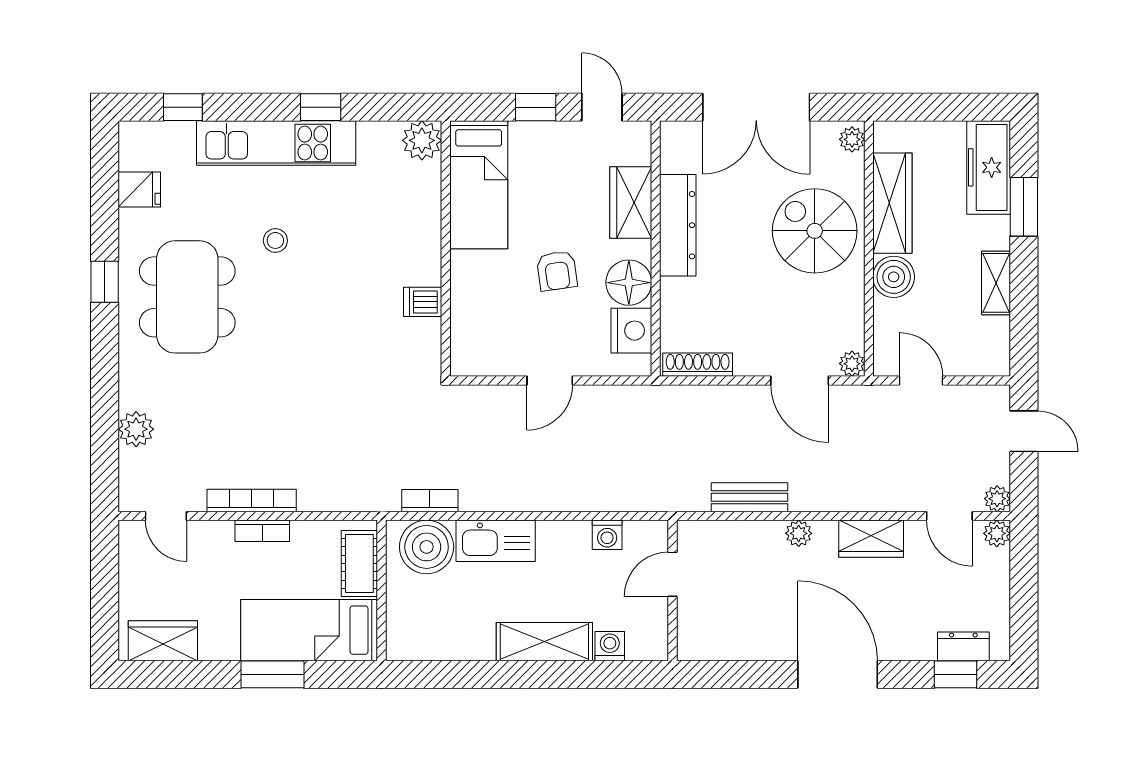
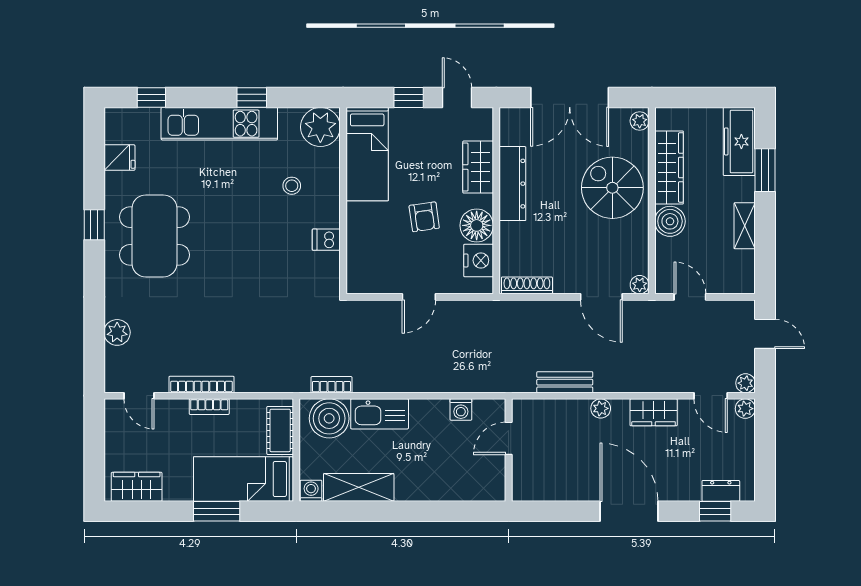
plant: (422, 140) -> (320, 127), width x1.36, depth x1.36
stool: (275, 240) -> (292, 186), moved
shelving: (544, 642) -> (359, 487), moved
washing machine: (610, 646) -> (311, 491), moved

